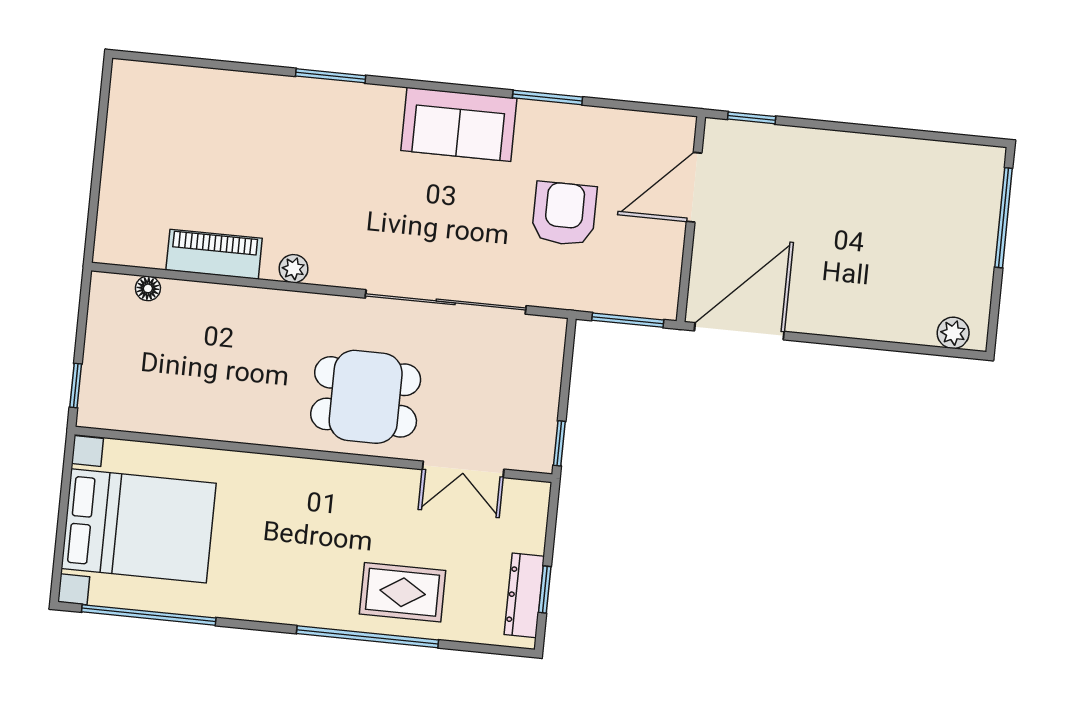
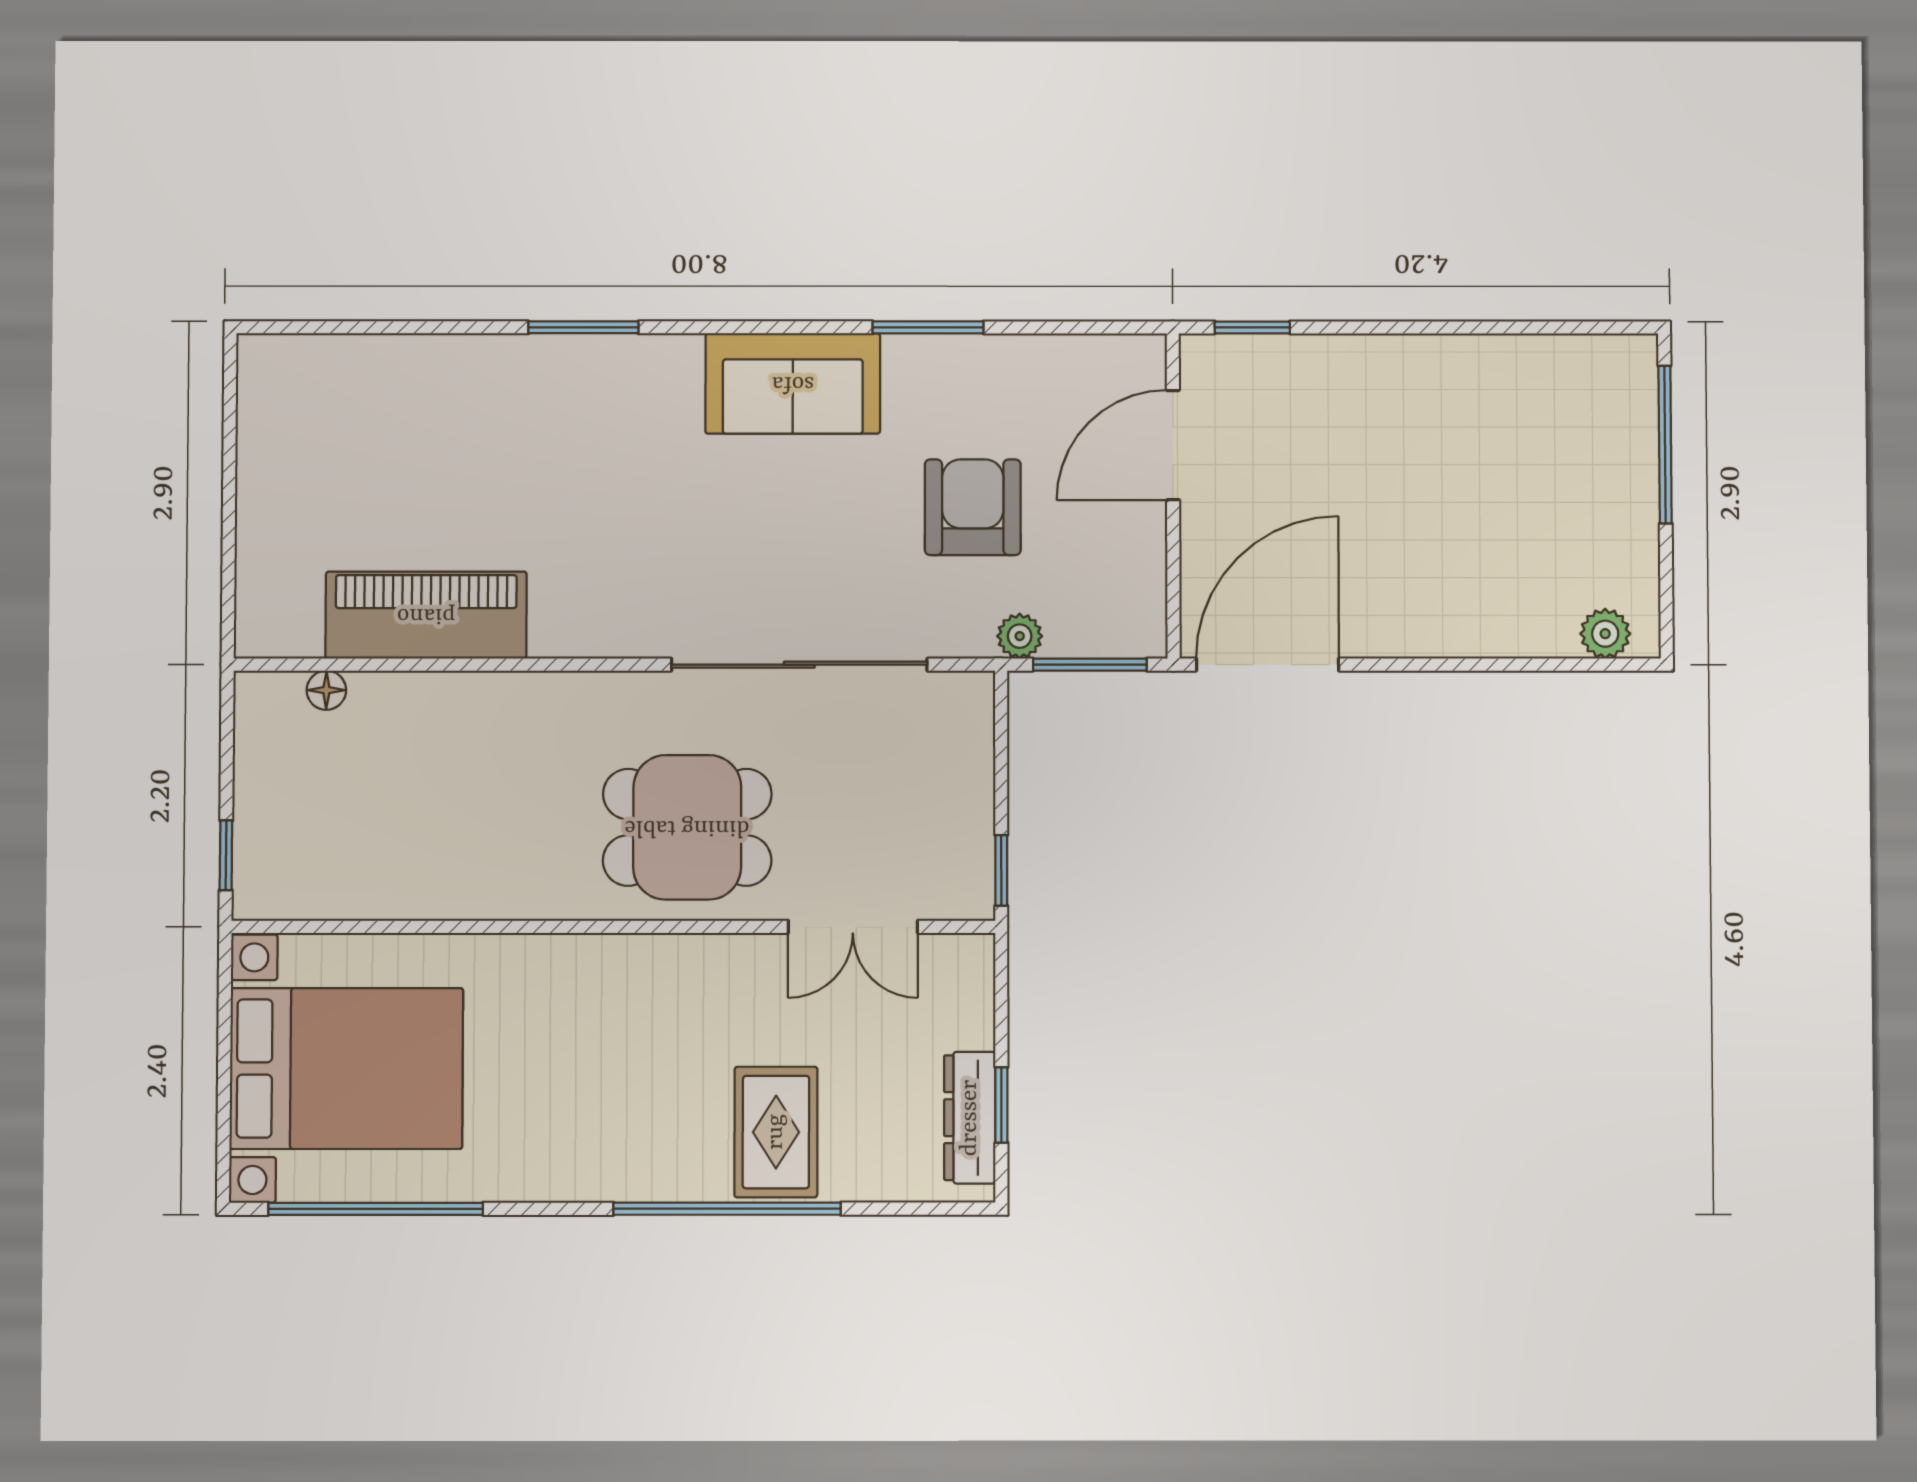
piano: (214, 254) -> (426, 615), width x1.37, depth x1.33
plant: (294, 269) -> (1020, 636), moved
rug: (403, 592) -> (776, 1132), turned 90

